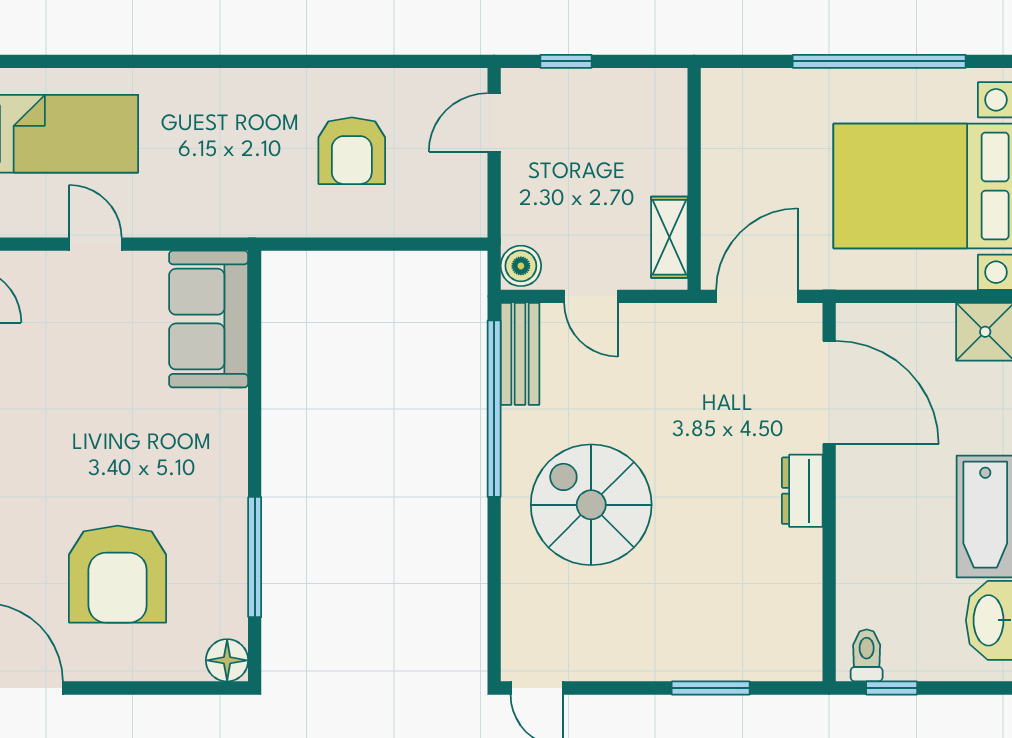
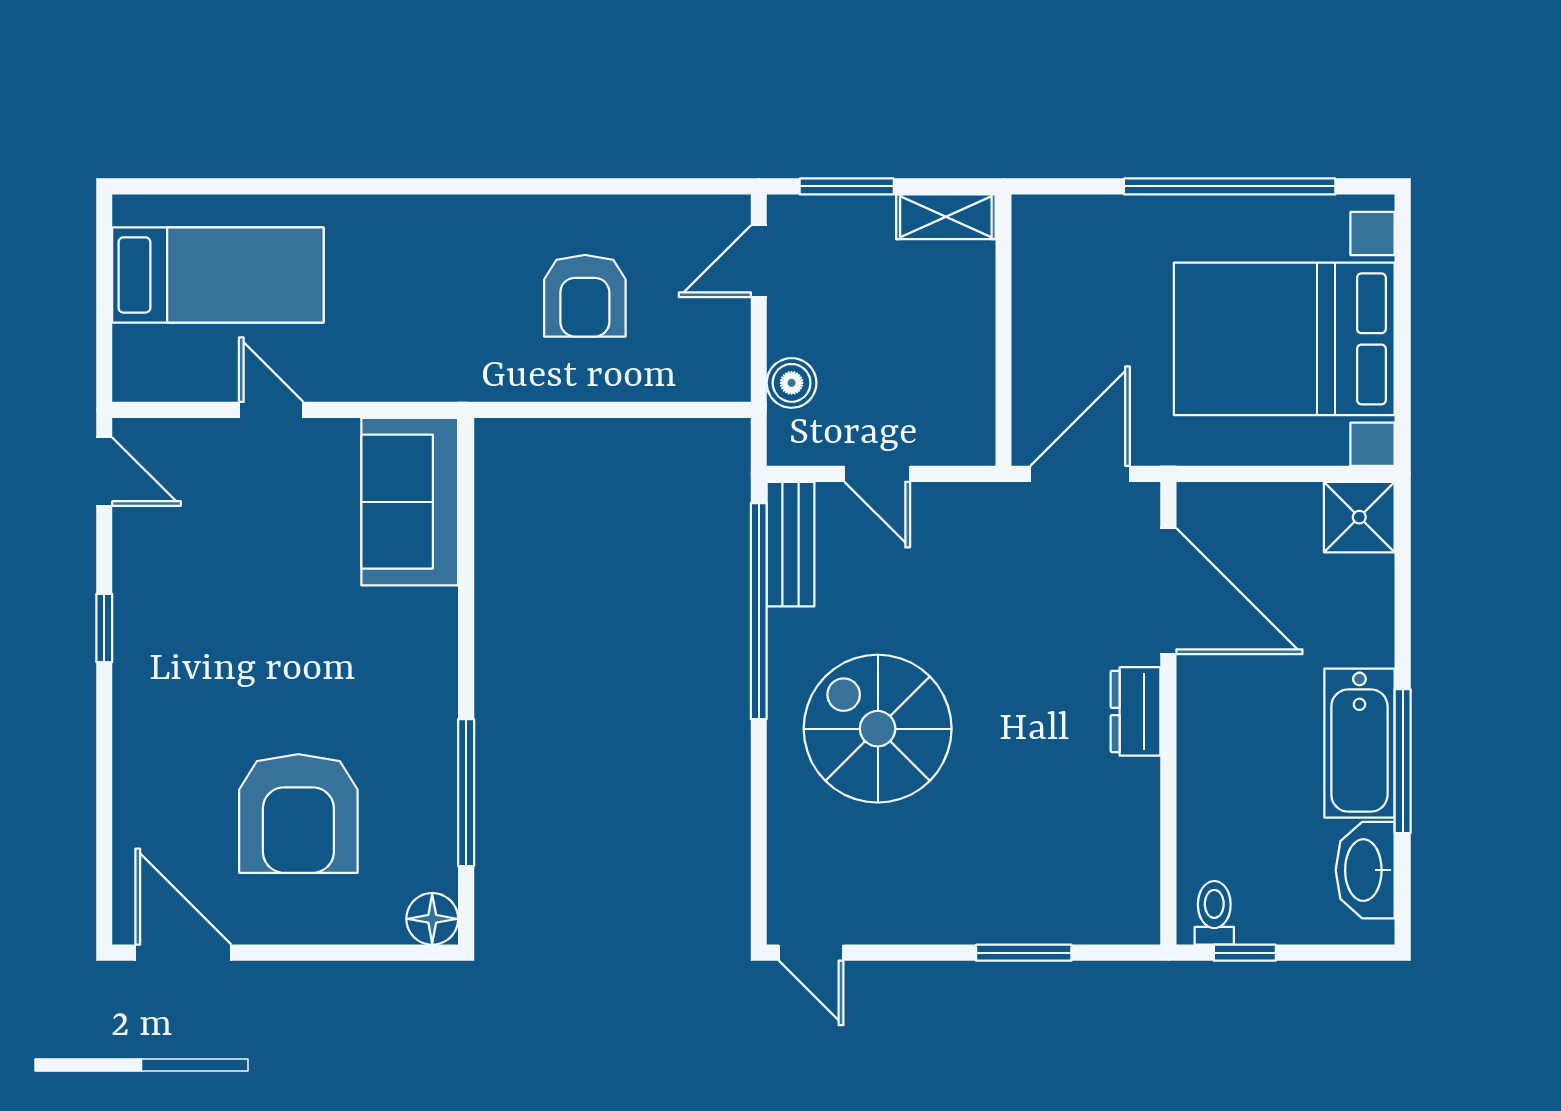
window: (566, 61) -> (847, 186), width x1.50
shelving: (669, 237) -> (946, 217), moved, turned 90
boiler: (521, 266) -> (792, 383), moved

